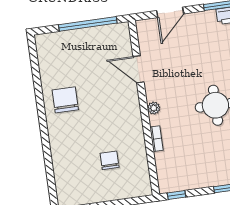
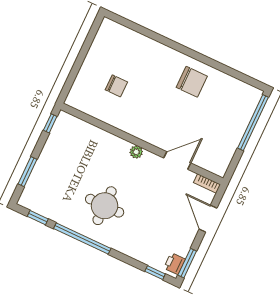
window: (88, 24) -> (253, 123), moved
bookcase: (156, 139) -> (207, 183), moved

